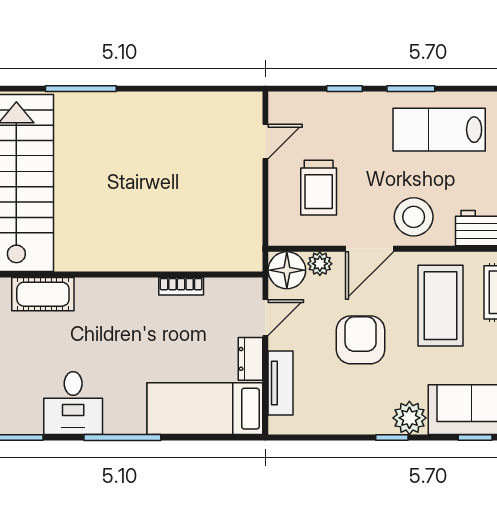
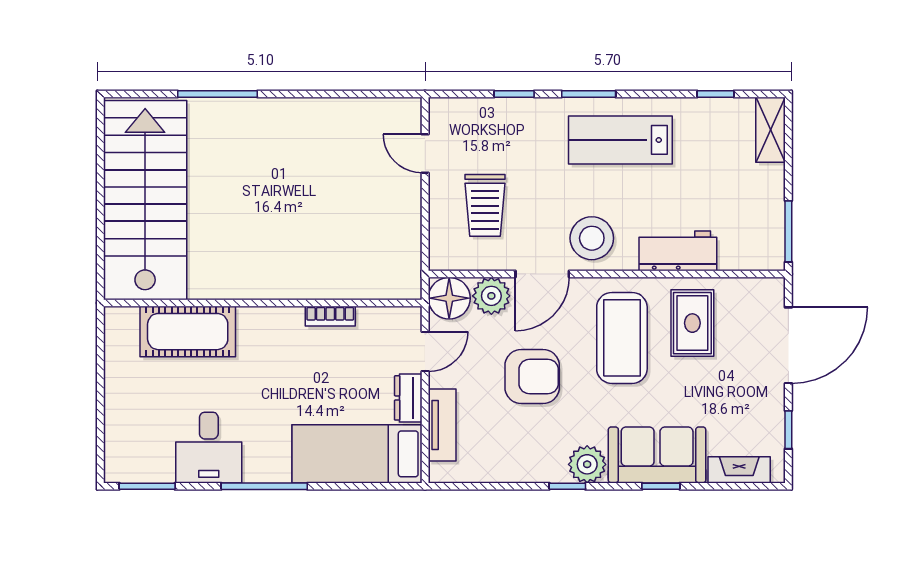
door: (265, 142) -> (425, 153), swing flipped
plant: (320, 264) -> (491, 296), width x1.38, depth x1.38
cot: (43, 294) -> (188, 332), width x1.37, depth x1.34
armchair: (361, 340) -> (532, 376), turned 90

